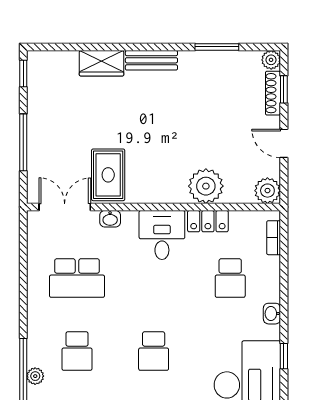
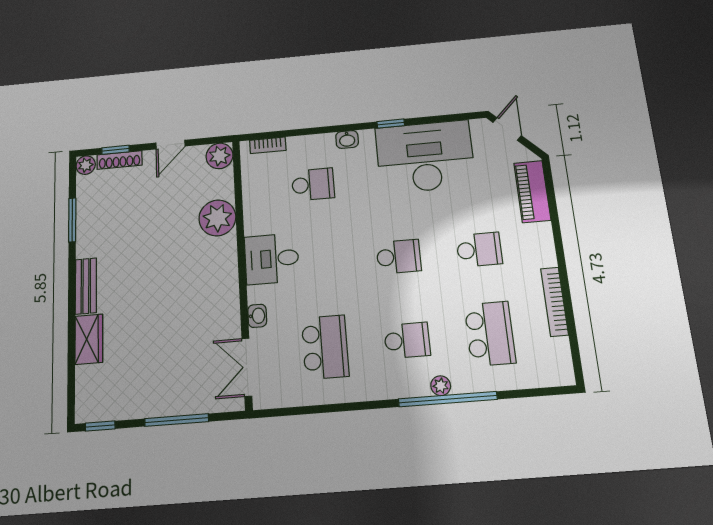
rug: (108, 175) -> (209, 322), removed
locker: (208, 221) -> (254, 212), removed

